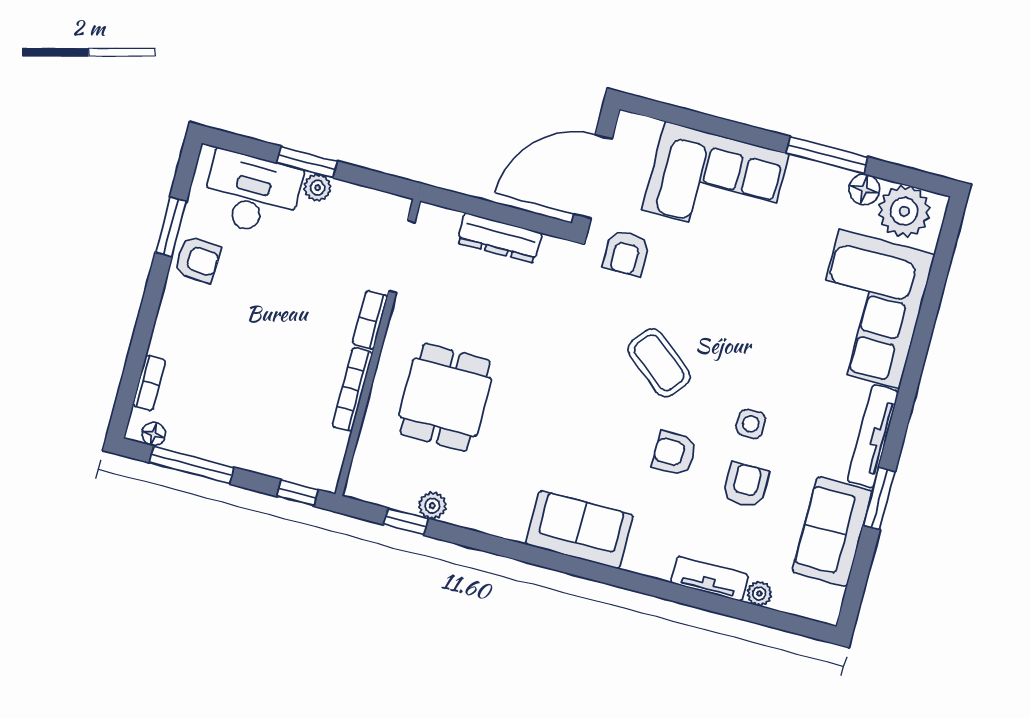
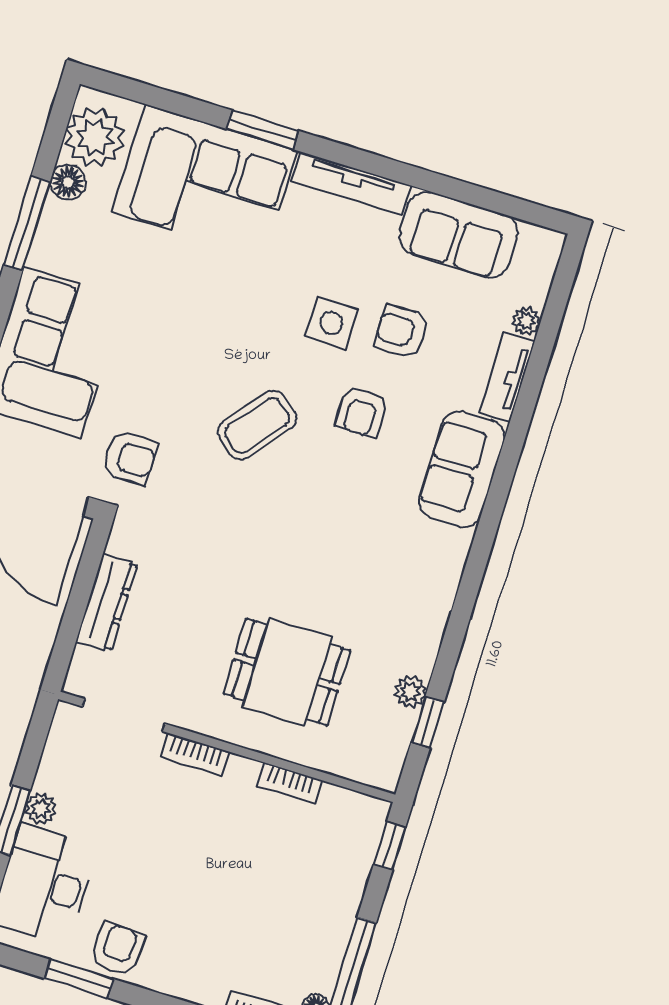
bookcase: (352, 389) -> (290, 783), width x0.64
side table: (751, 424) -> (331, 323), width x1.37, depth x1.37
window: (879, 498) -> (263, 130), moved
sofa: (579, 530) -> (462, 469), moved

